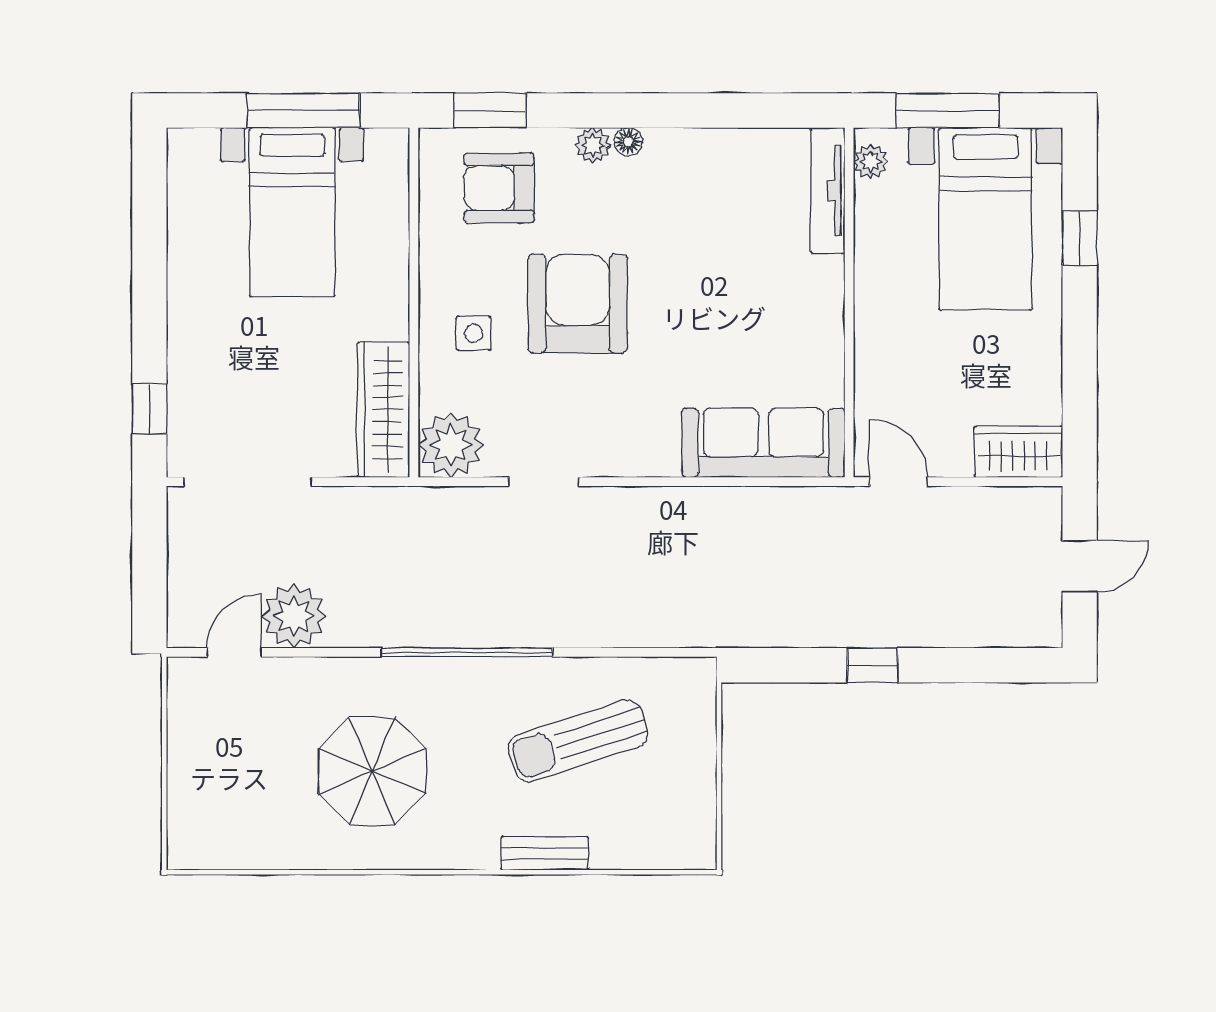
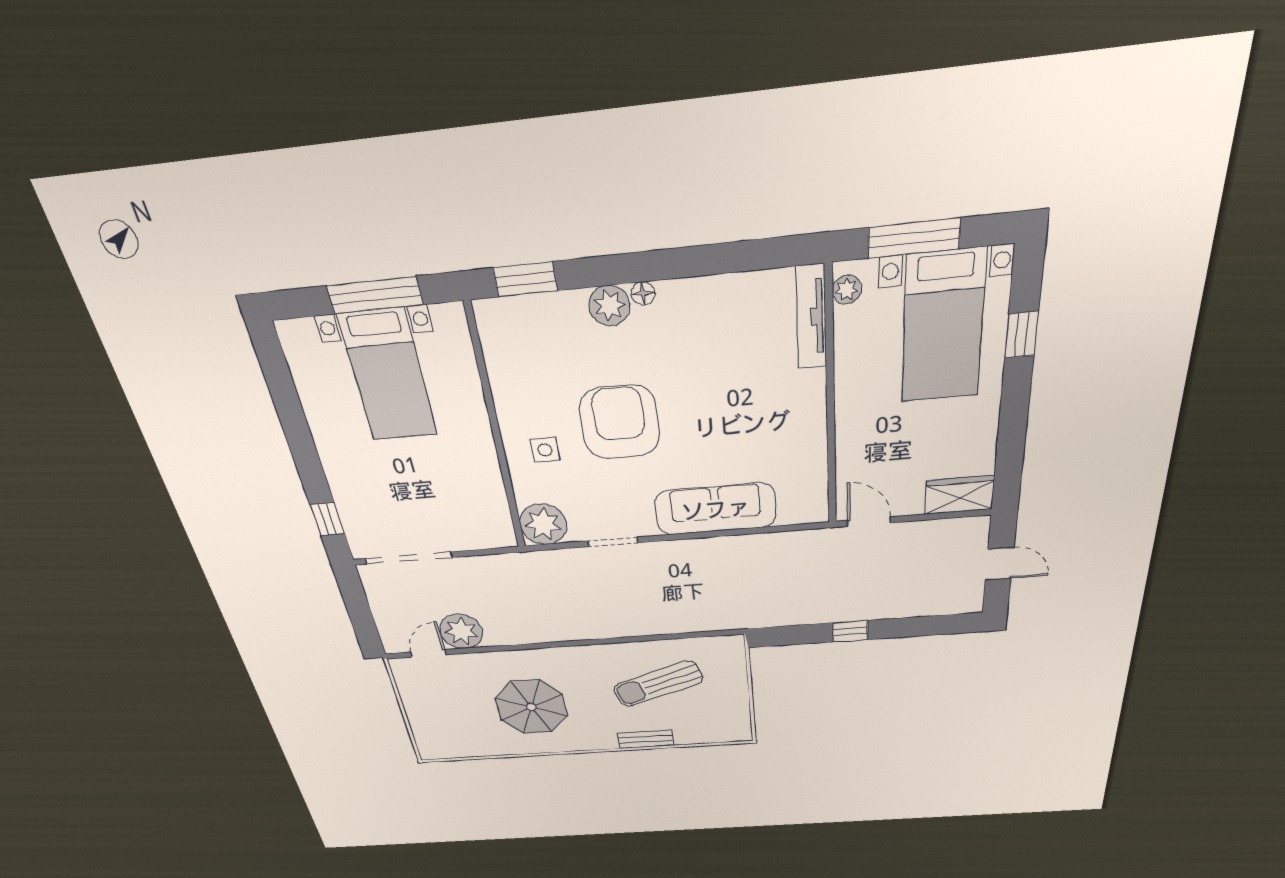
plant: (593, 145) -> (610, 306), width x1.38, depth x1.38
armchair: (499, 188) -> (544, 341), removed
wardrobe: (383, 410) -> (491, 506), removed
sofa: (763, 443) -> (716, 509), moved
door: (1080, 566) -> (999, 564), hinge flipped
window: (467, 652) -> (578, 643), removed

